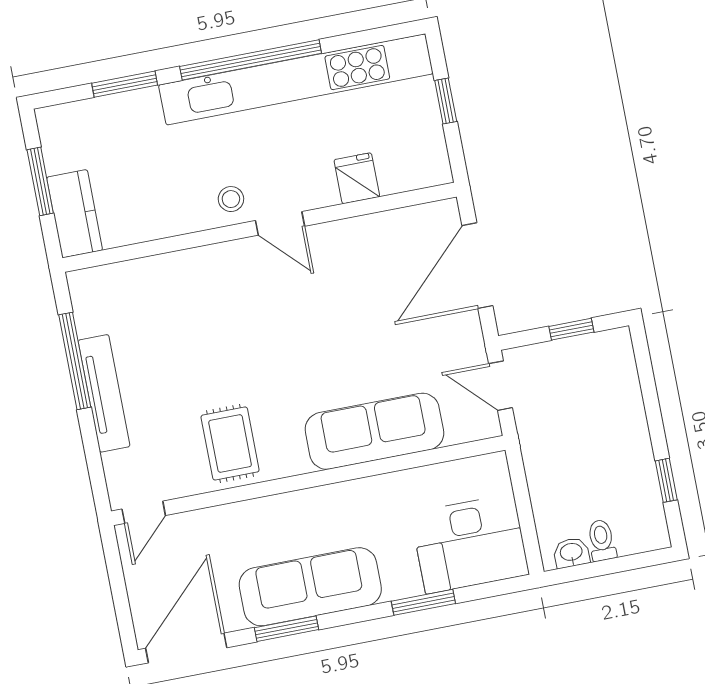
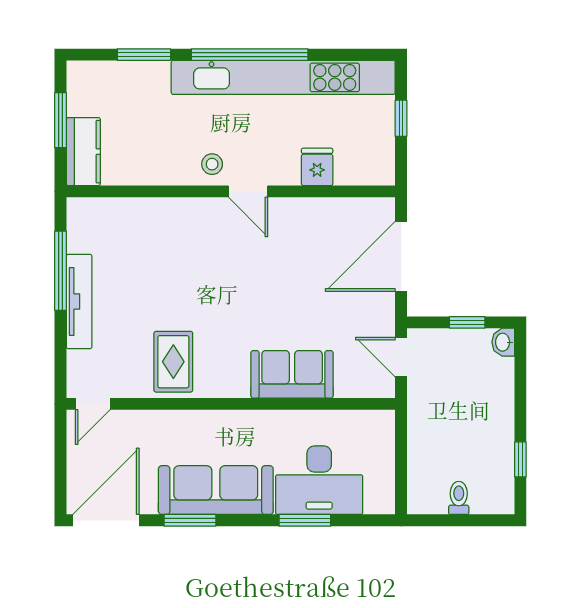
sofa: (374, 431) -> (292, 374), width x0.73
desk: (470, 544) -> (319, 480), moved
washbasin: (571, 553) -> (503, 342), moved, turned -90

